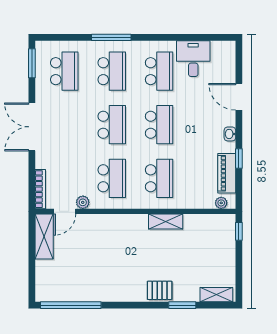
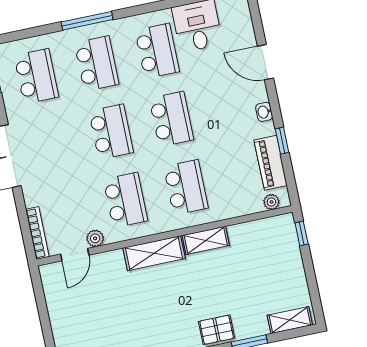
shelving: (44, 236) -> (154, 253), moved, turned 90

